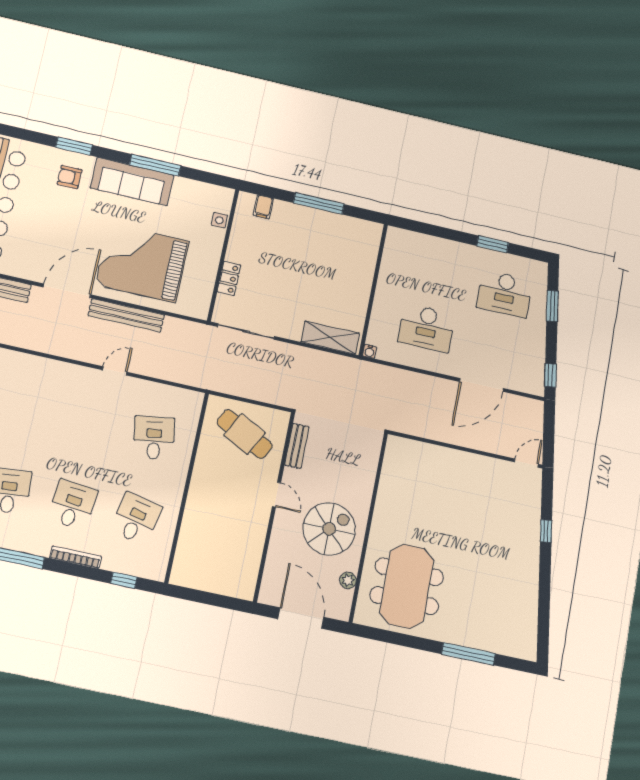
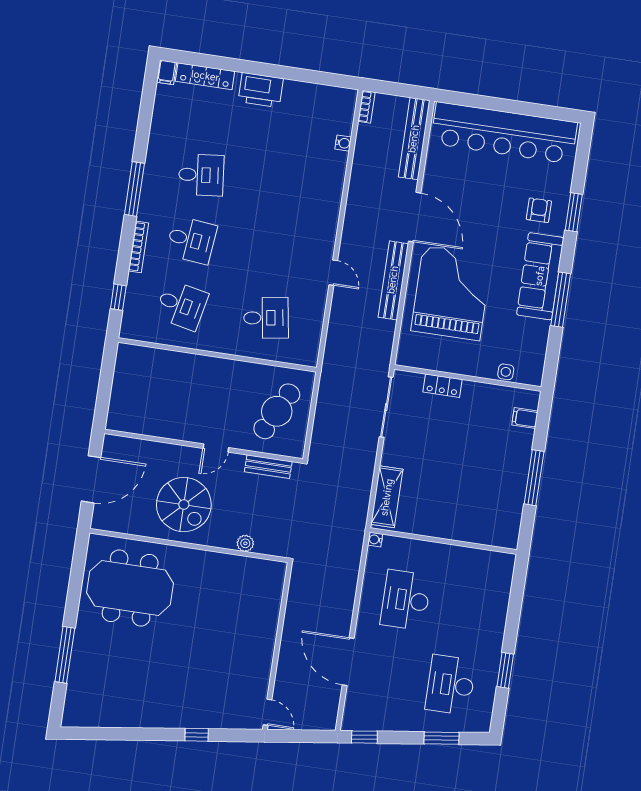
plant: (348, 580) -> (245, 543), moved

